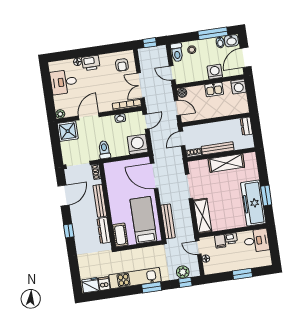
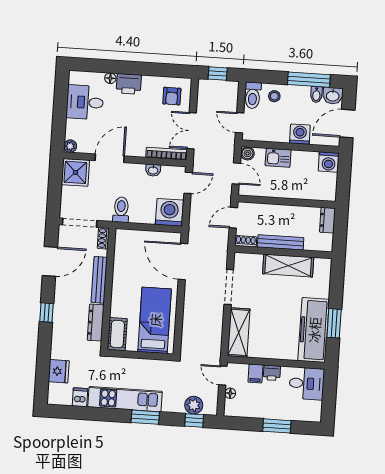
kitchen sink: (214, 90) -> (278, 158), moved
bench: (168, 221) -> (189, 330), removed
fridge: (90, 285) -> (59, 371), moved, turned 90

